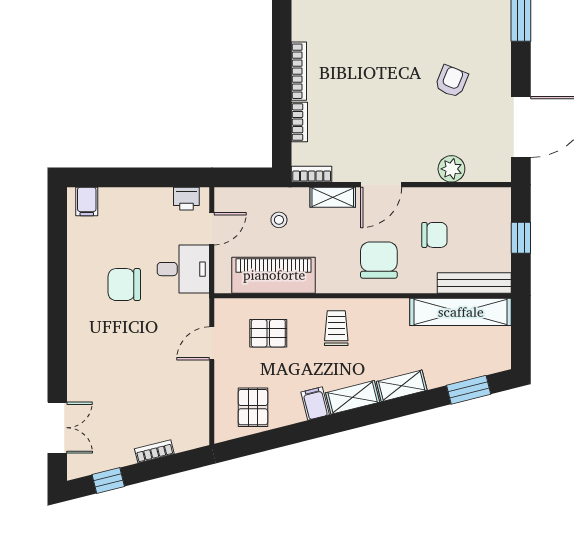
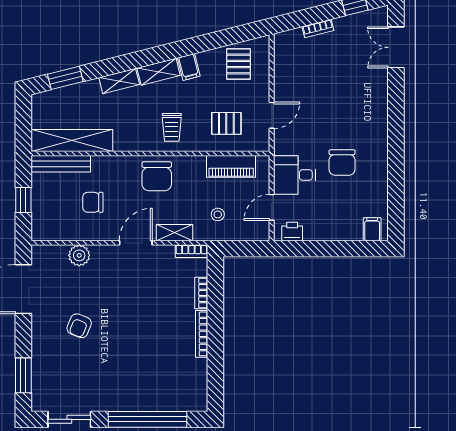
chair: (379, 260) -> (157, 176), moved
piano: (274, 275) -> (231, 166), width x0.73, depth x0.75
chair: (124, 285) -> (342, 163), turned 90

